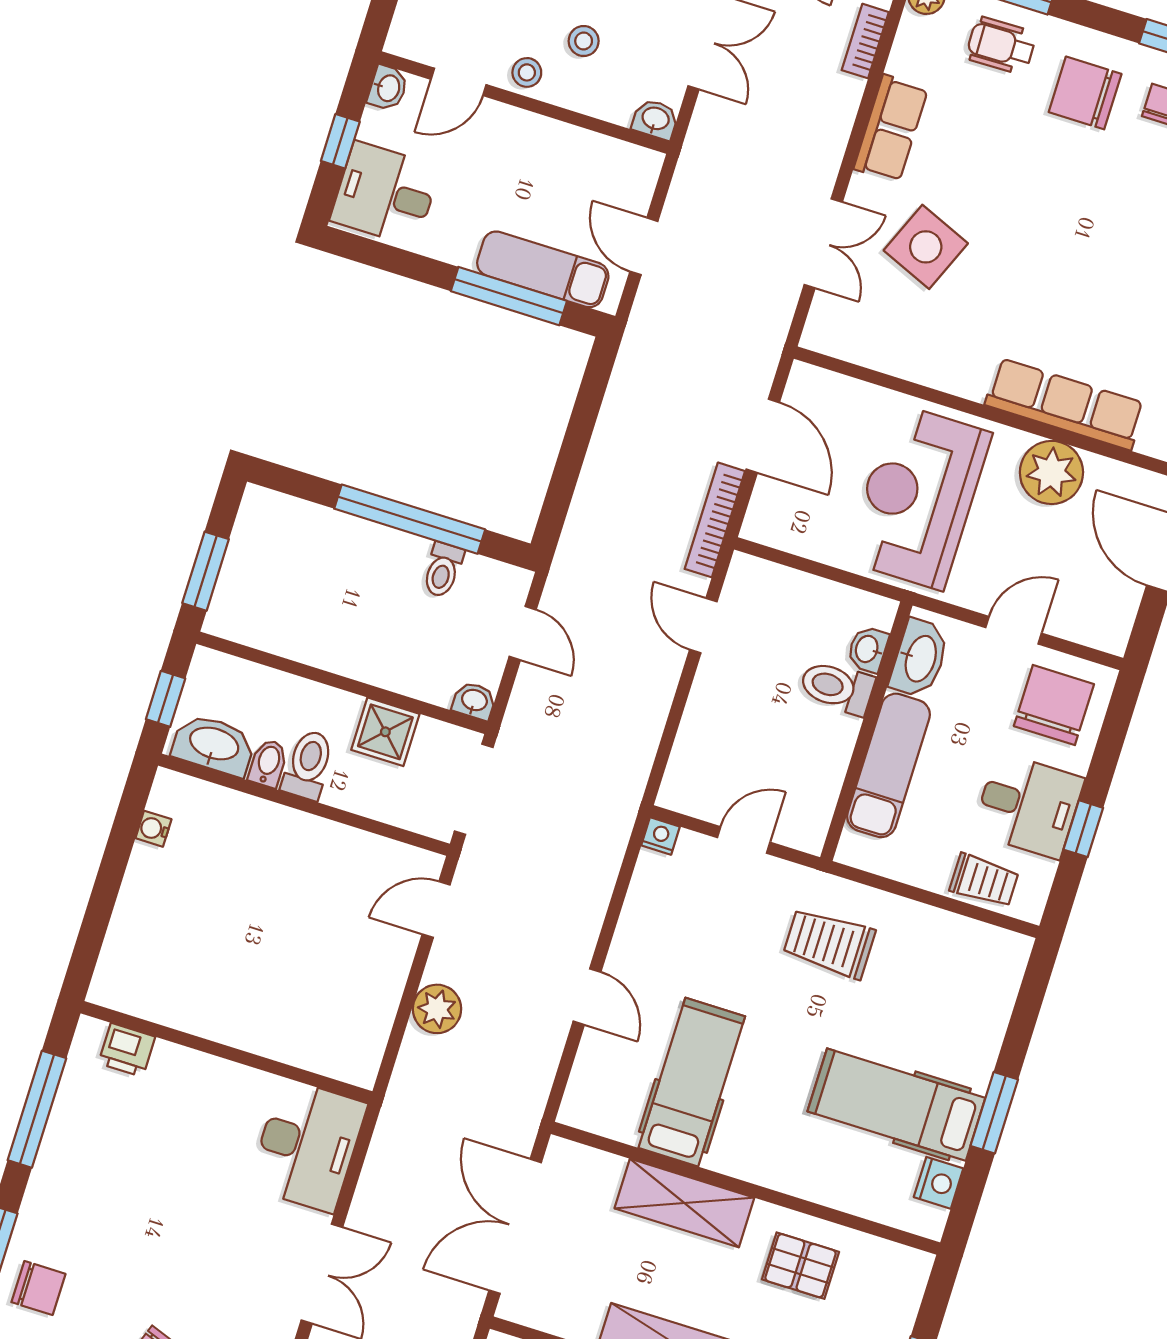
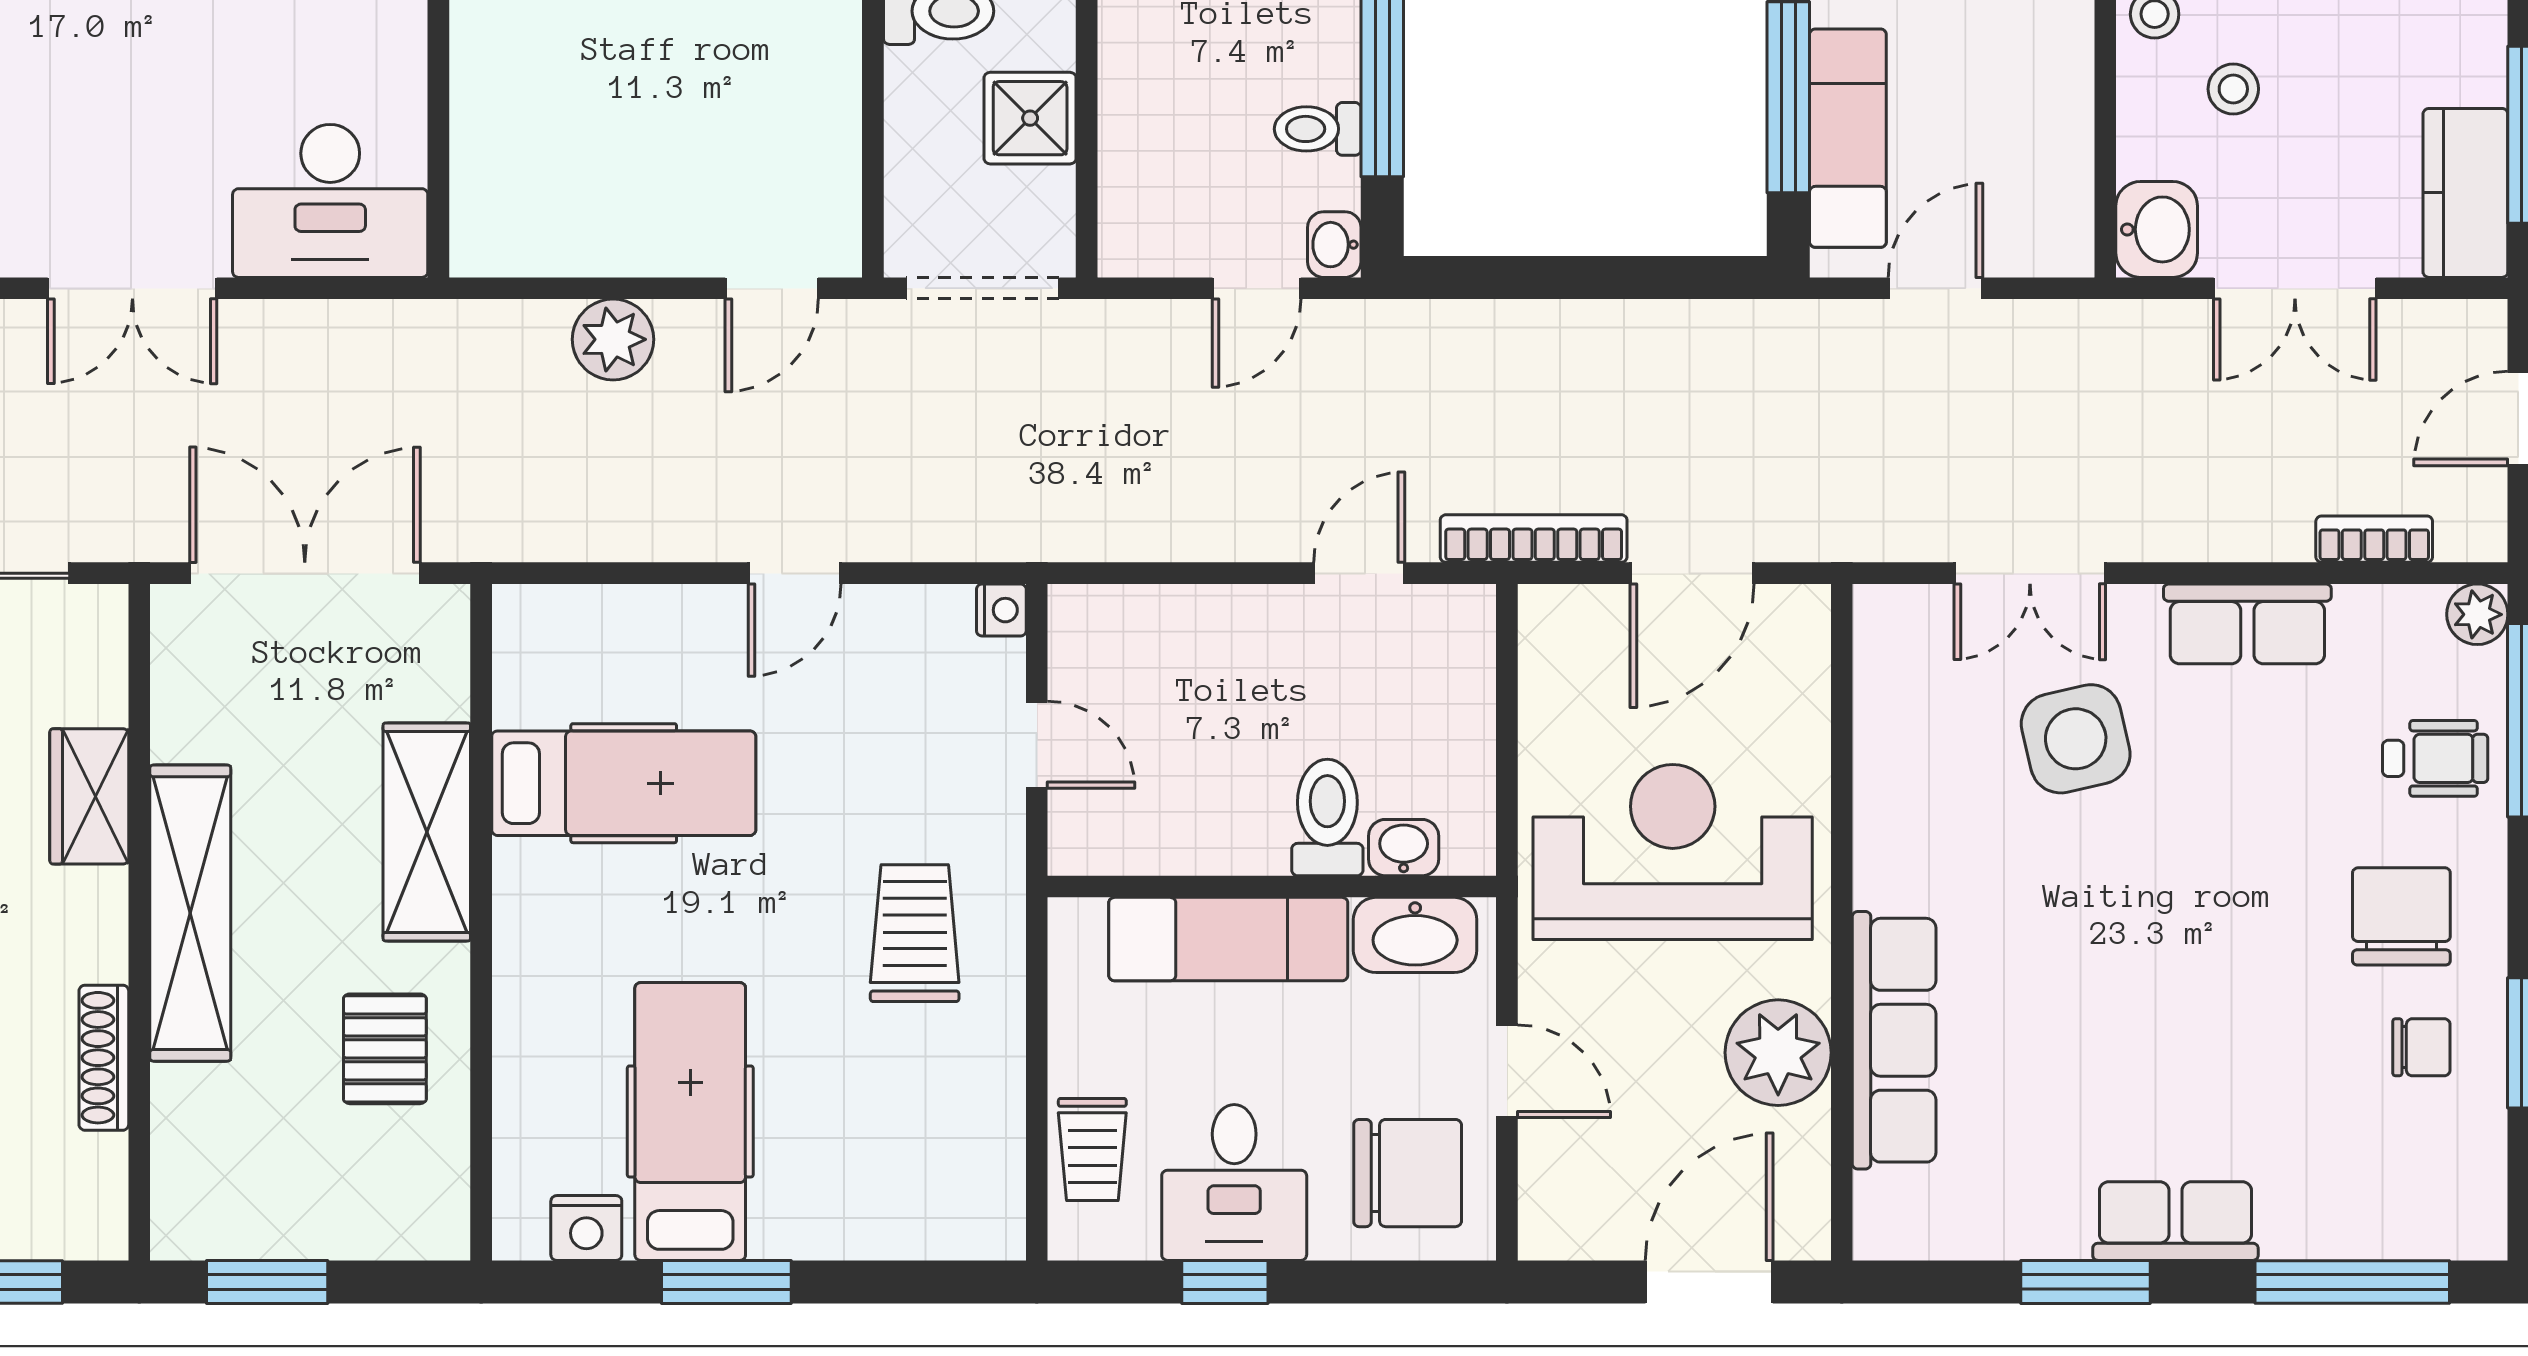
wheelchair: (1001, 46) -> (2435, 758), turned 91
washbasin: (655, 119) -> (2157, 229), width x1.38, depth x1.45
side table: (926, 247) -> (2076, 739), turned -36
washbasin: (474, 701) -> (1334, 245), moved, turned 180
door: (436, 909) -> (772, 288), swing flipped
door: (587, 997) -> (795, 573), moved

